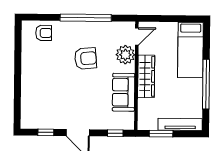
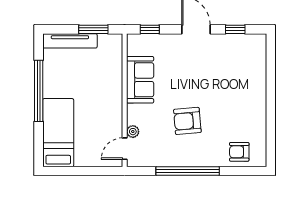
plant: (125, 55) -> (133, 132), width x0.53, depth x0.53
wardrobe: (146, 76) -> (112, 100), removed

